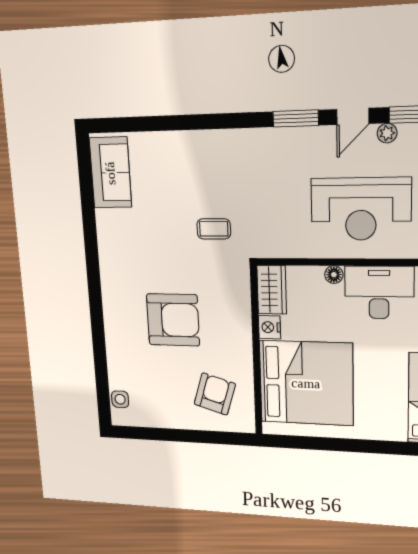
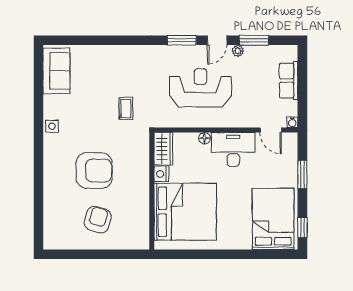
reception desk: (361, 209) -> (200, 88), moved, turned 180
coffee table: (214, 229) -> (126, 109), turned 90
armchair: (215, 394) -> (98, 220), moved
side table: (120, 399) -> (52, 126), moved

